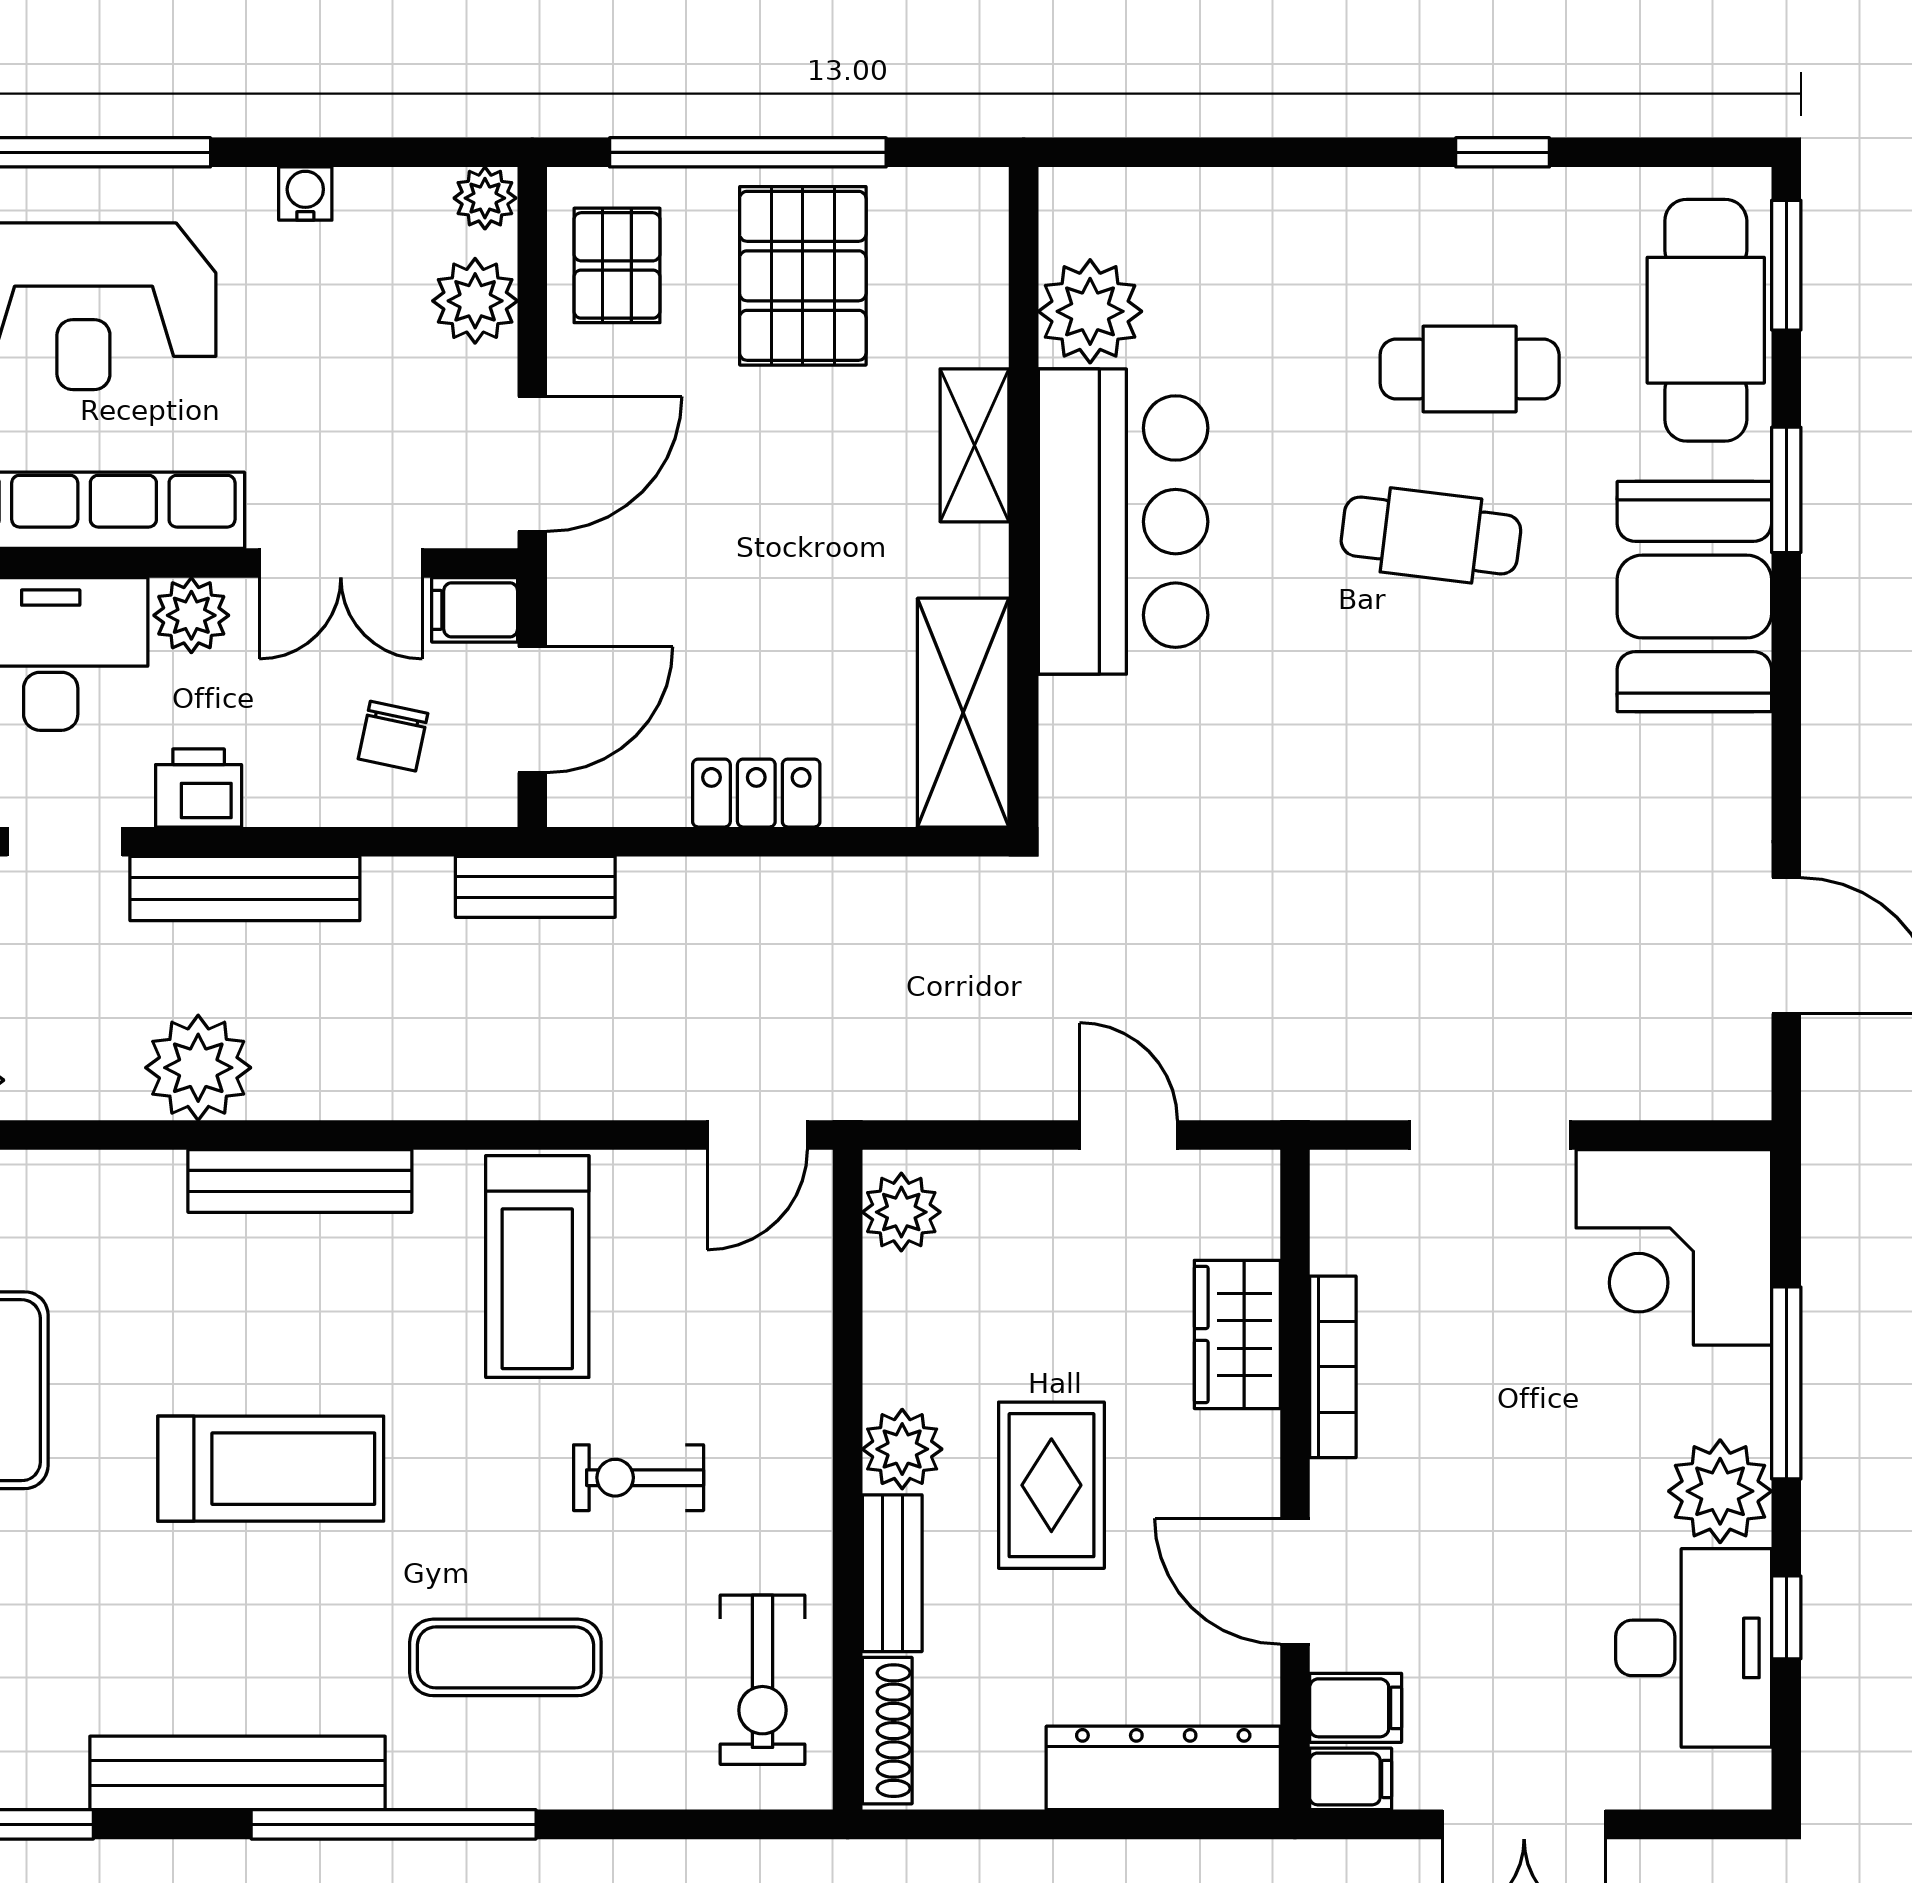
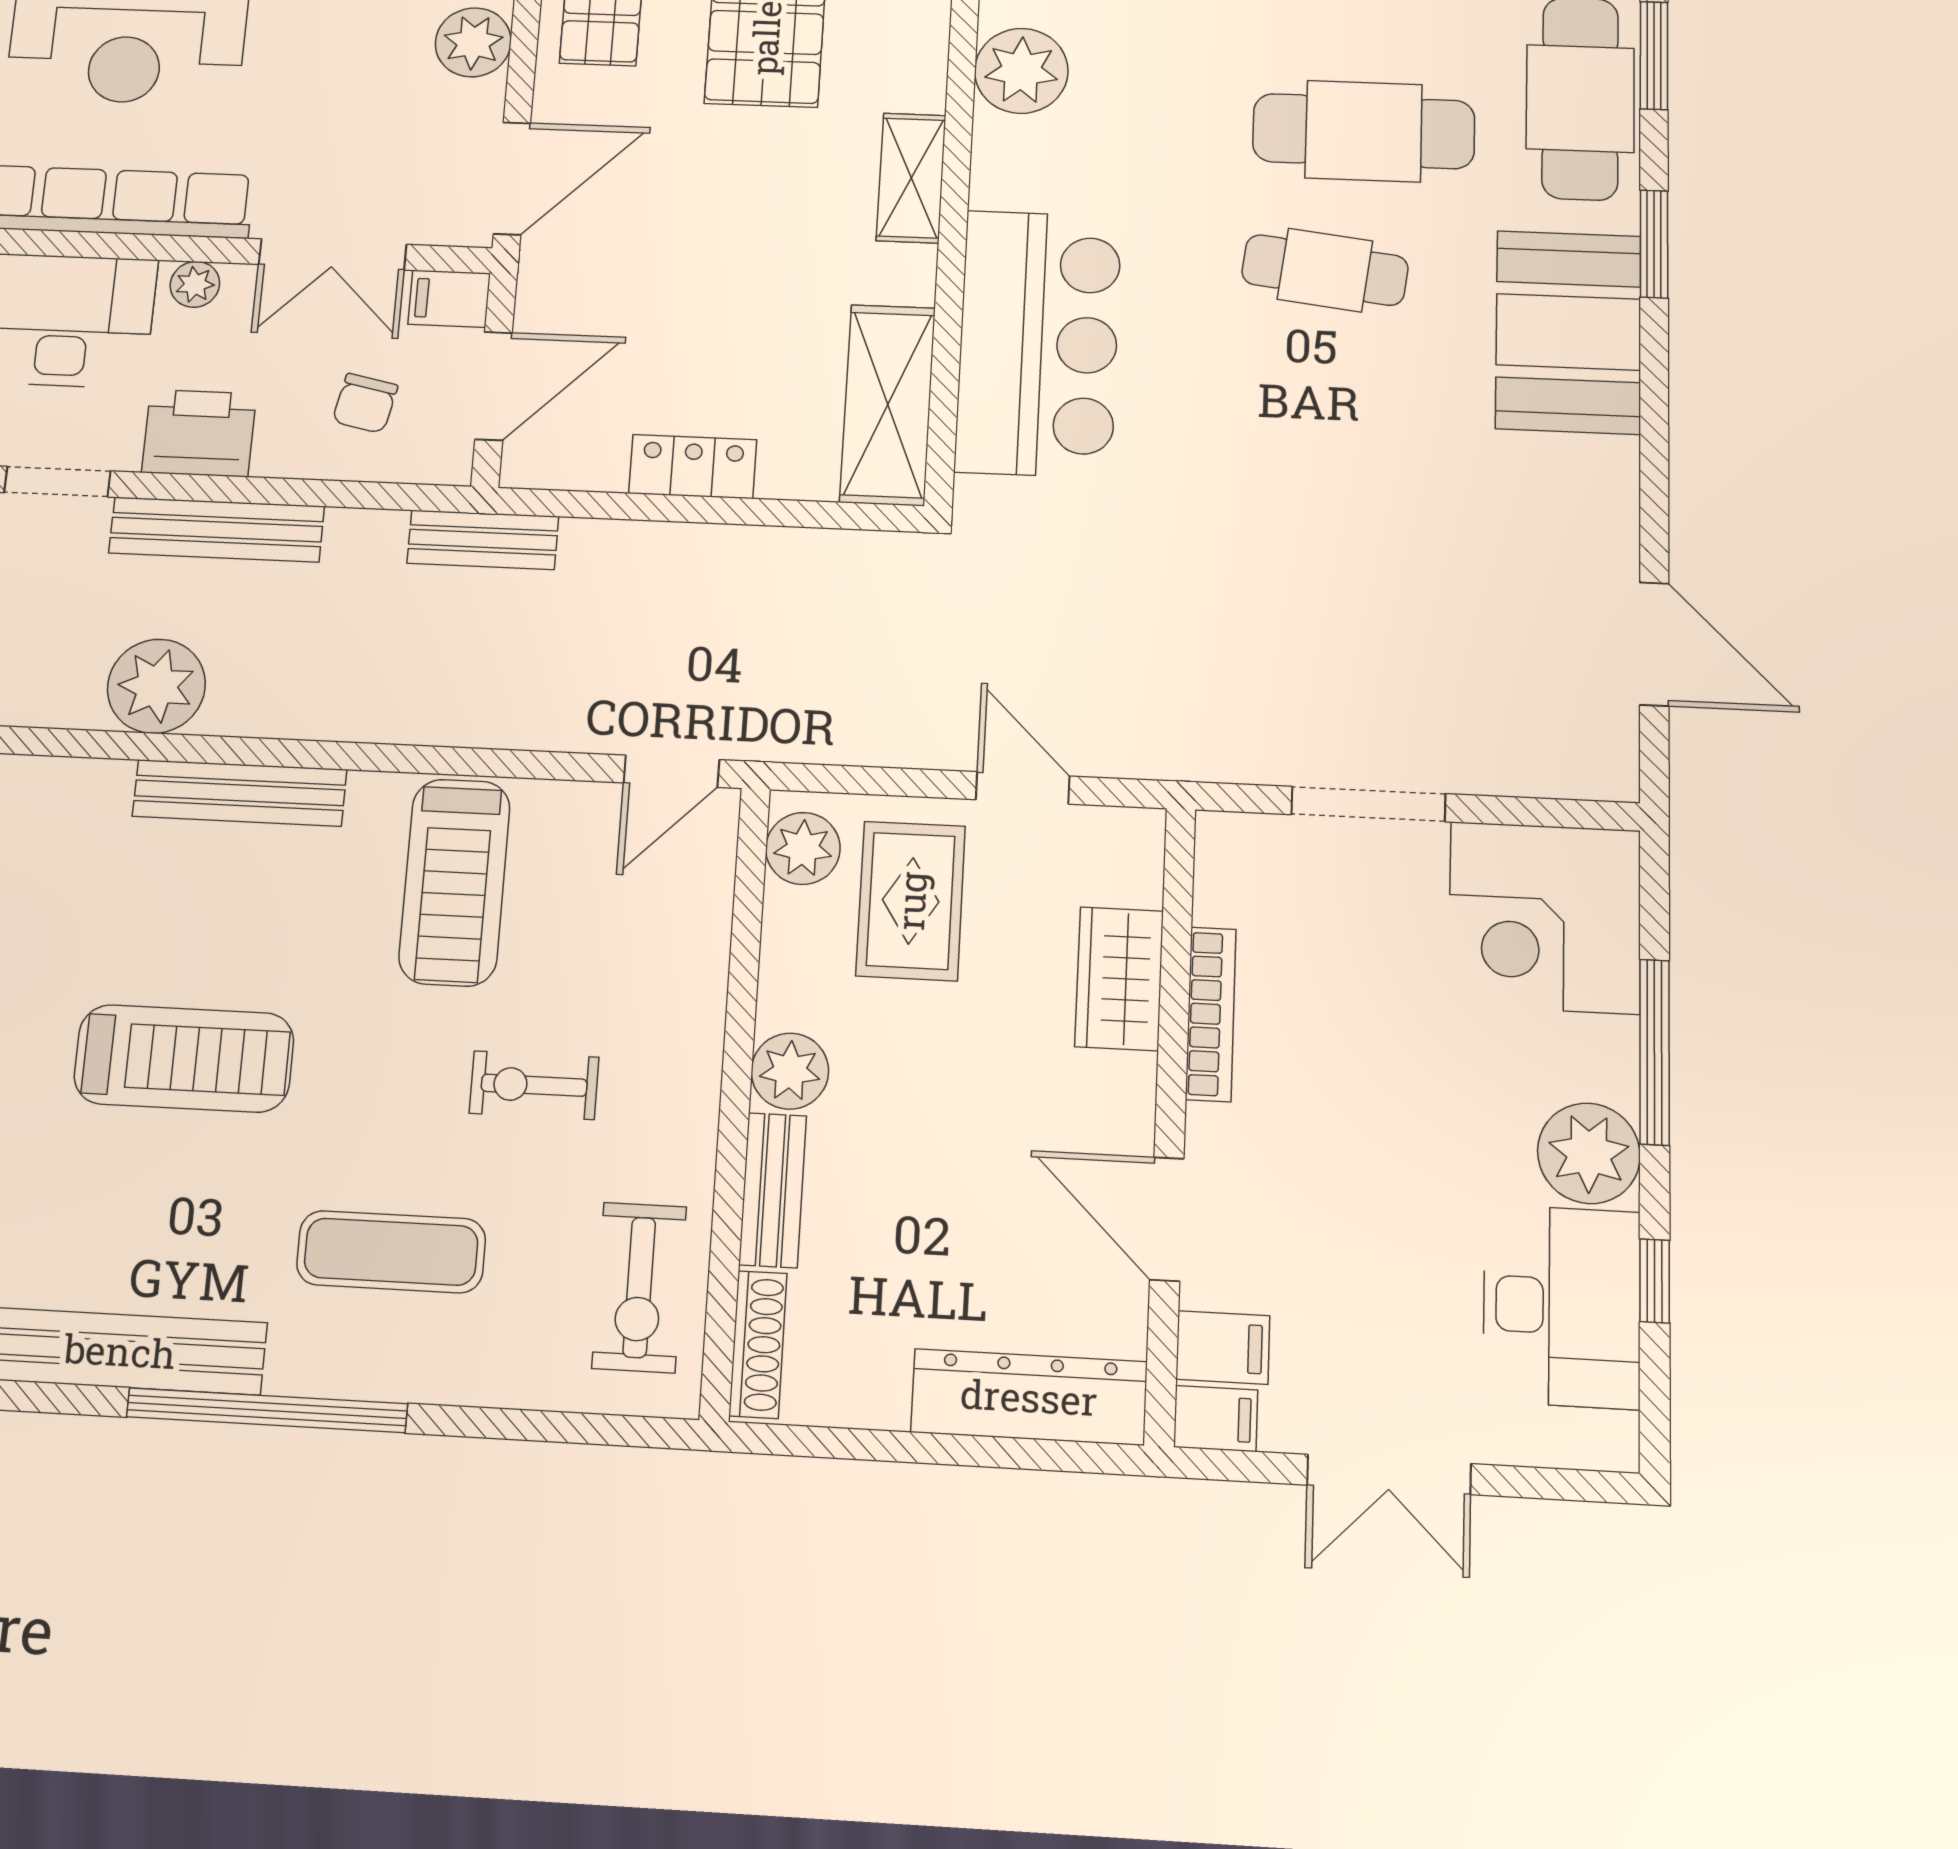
cafe table: (1470, 369) -> (1364, 131), width x1.37, depth x1.35
bar counter: (1123, 522) -> (1038, 343), moved
plant: (191, 615) -> (195, 284), width x0.73, depth x0.73
printer: (199, 788) -> (199, 433), width x1.36, depth x1.24
rug: (1051, 1485) -> (911, 901), moved

